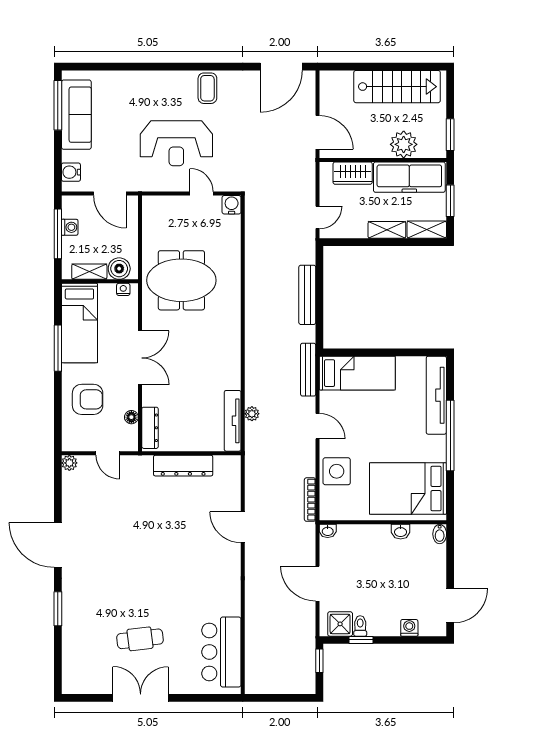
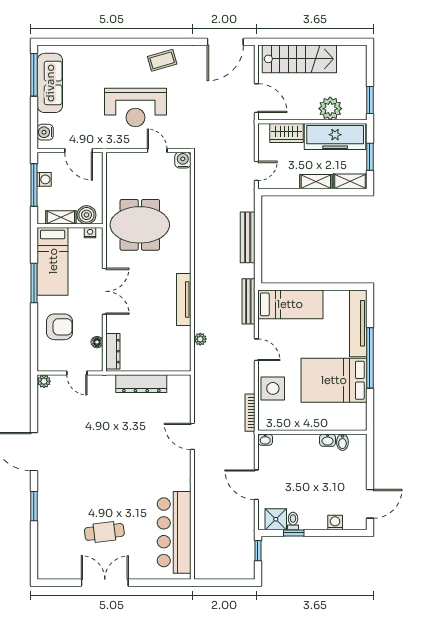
stairs: (397, 87) -> (299, 59), moved
coffee table: (207, 88) -> (162, 60), turned 74
tv unit: (233, 421) -> (184, 300), moved
bed: (408, 489) -> (334, 380), moved
bidet: (440, 534) -> (342, 442), moved
bar counter: (221, 652) -> (174, 532), width x1.36

